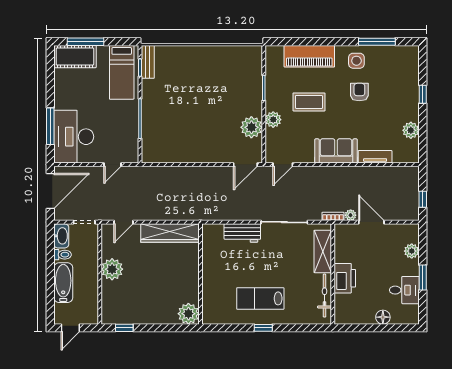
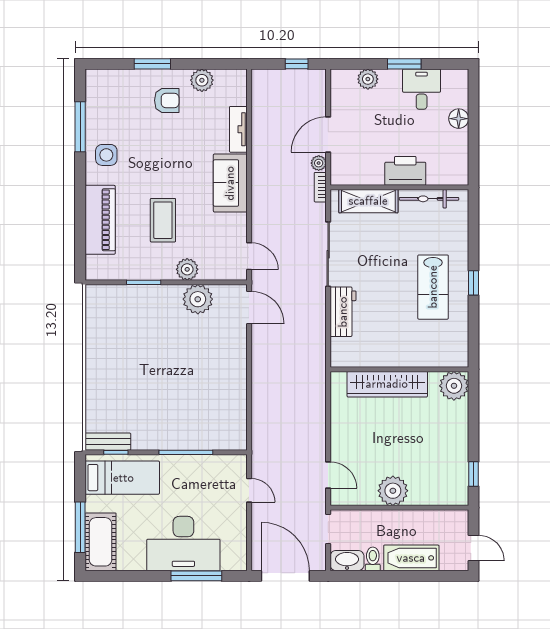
armchair: (359, 92) -> (167, 100), moved, turned 180
window: (423, 94) -> (152, 64), width x1.50
desk: (74, 137) -> (183, 544), moved
wardrobe: (170, 233) -> (387, 384), moved, turned 90

